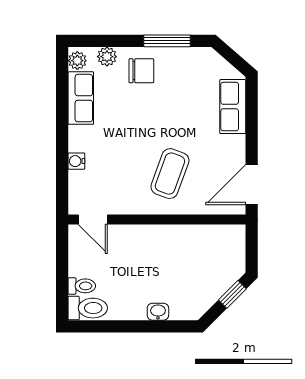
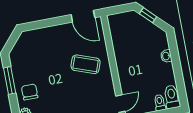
row of seats: (233, 107) -> (40, 36), removed

